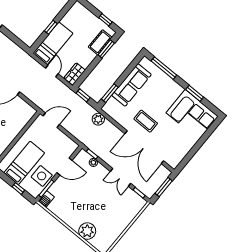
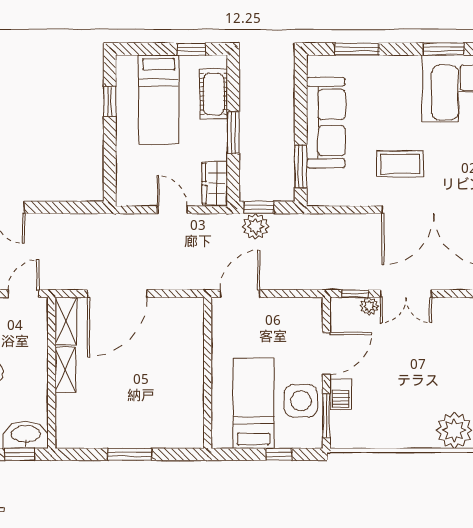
window: (51, 27) -> (110, 102), moved
bed: (53, 43) -> (159, 100), moved, turned 180
window: (106, 49) -> (233, 133), moved
window: (164, 68) -> (357, 49), width x0.69
plant: (98, 119) -> (256, 226), moved
double door: (120, 177) -> (406, 294), moved
barbecue: (46, 199) -> (341, 394), moved

